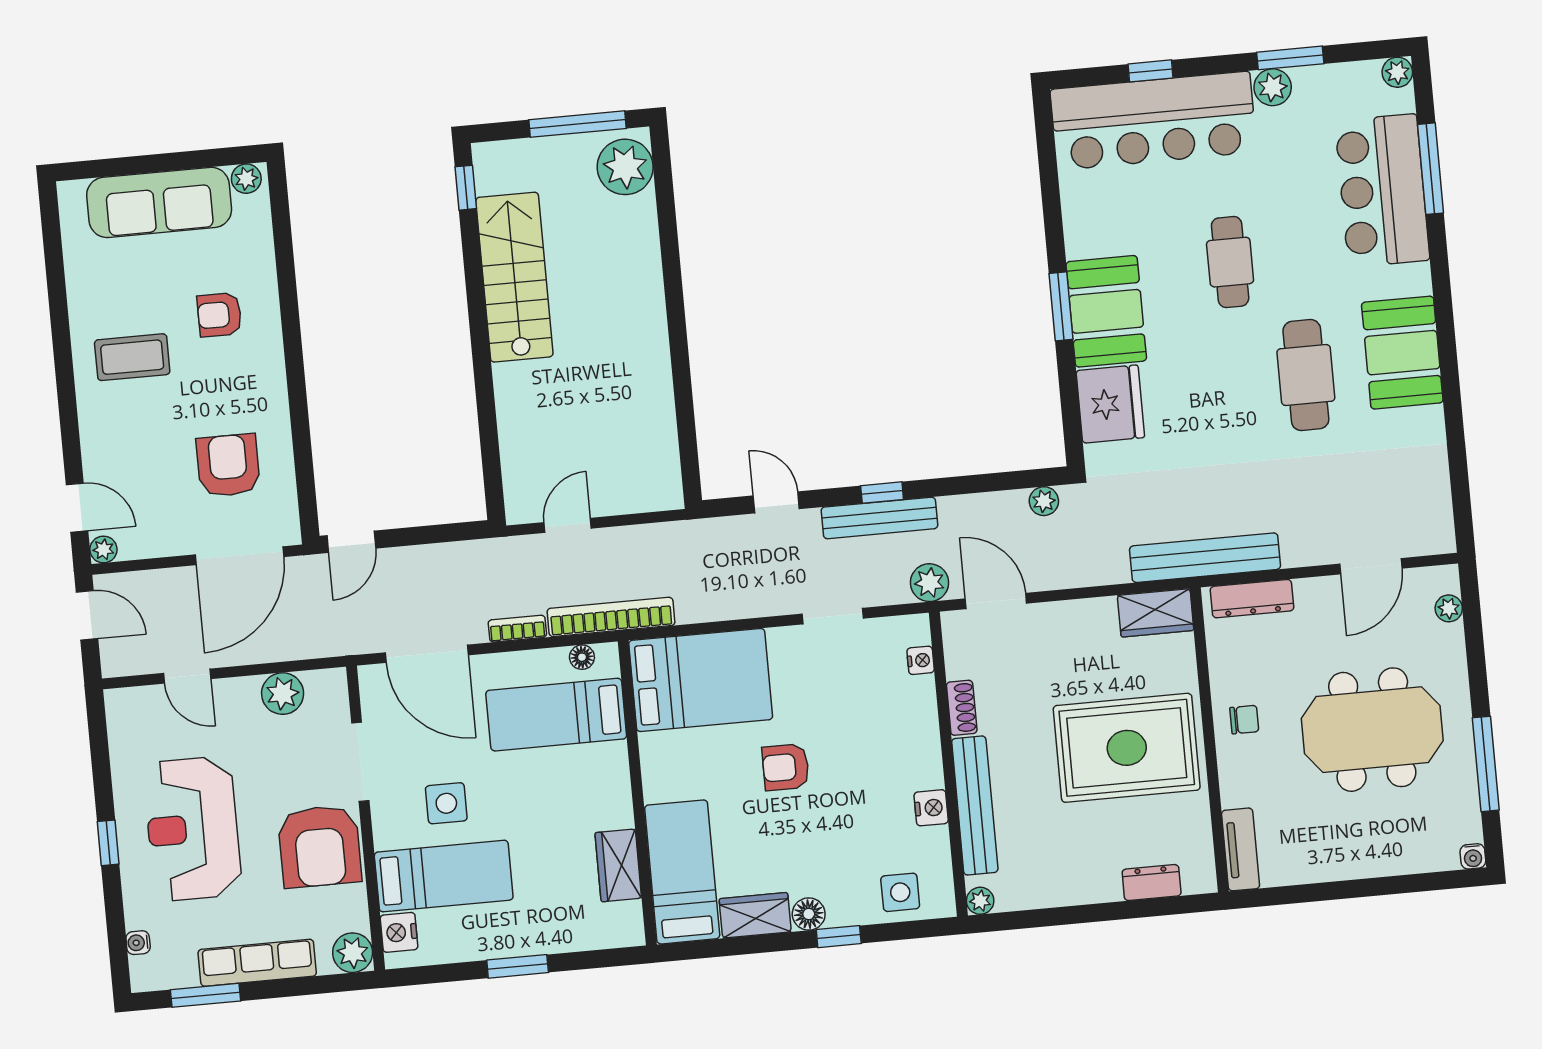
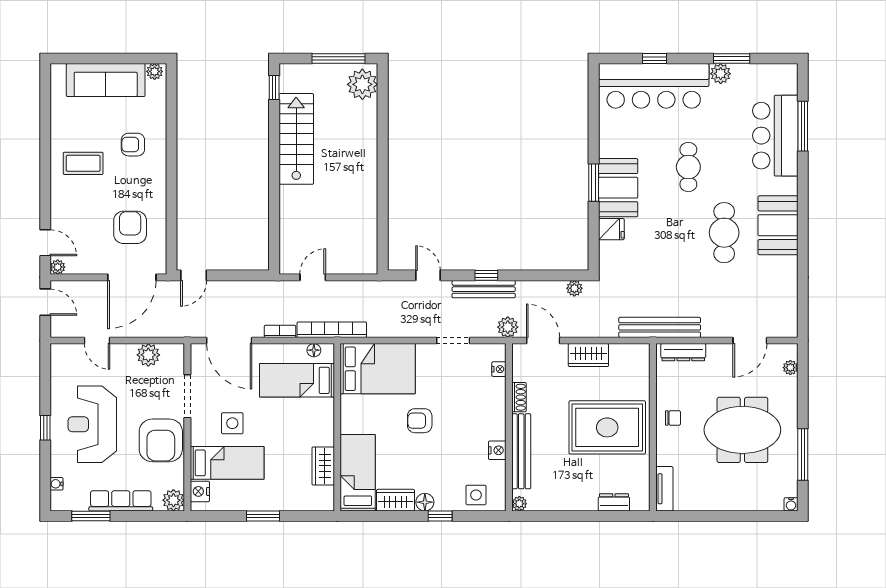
plant: (1397, 72) -> (789, 72), removed
fridge: (1110, 404) -> (611, 229), width x0.53, depth x0.75
wardrobe: (1156, 613) -> (588, 355), moved

